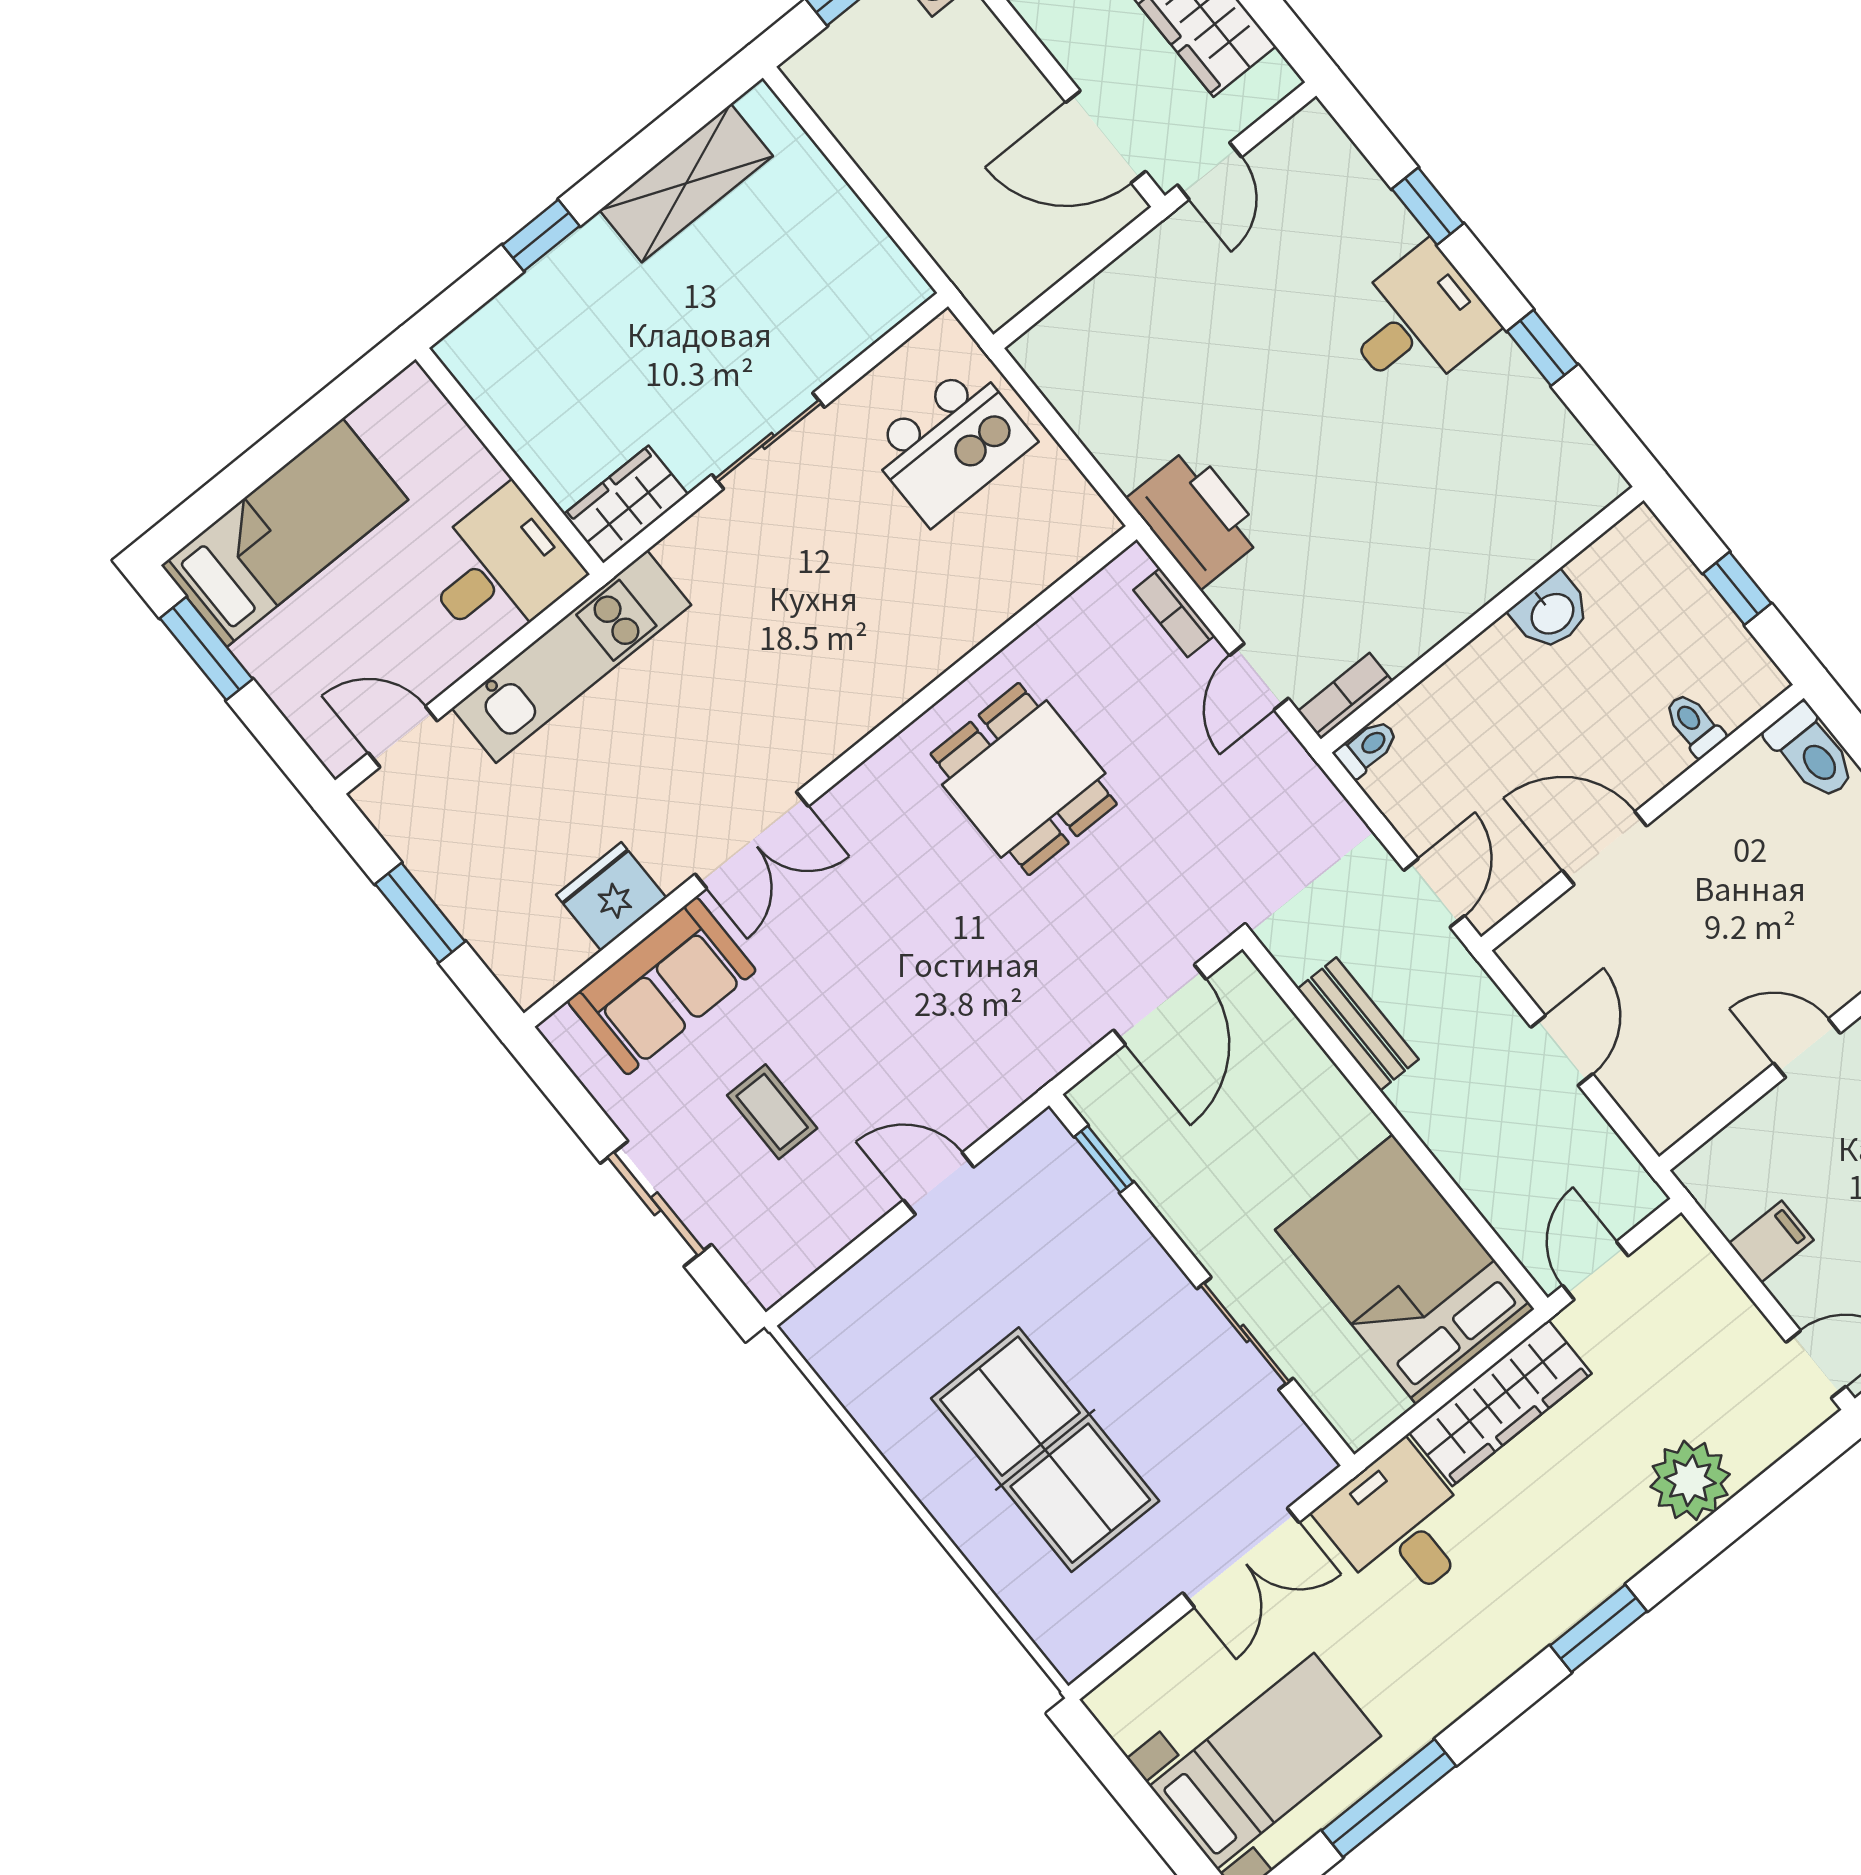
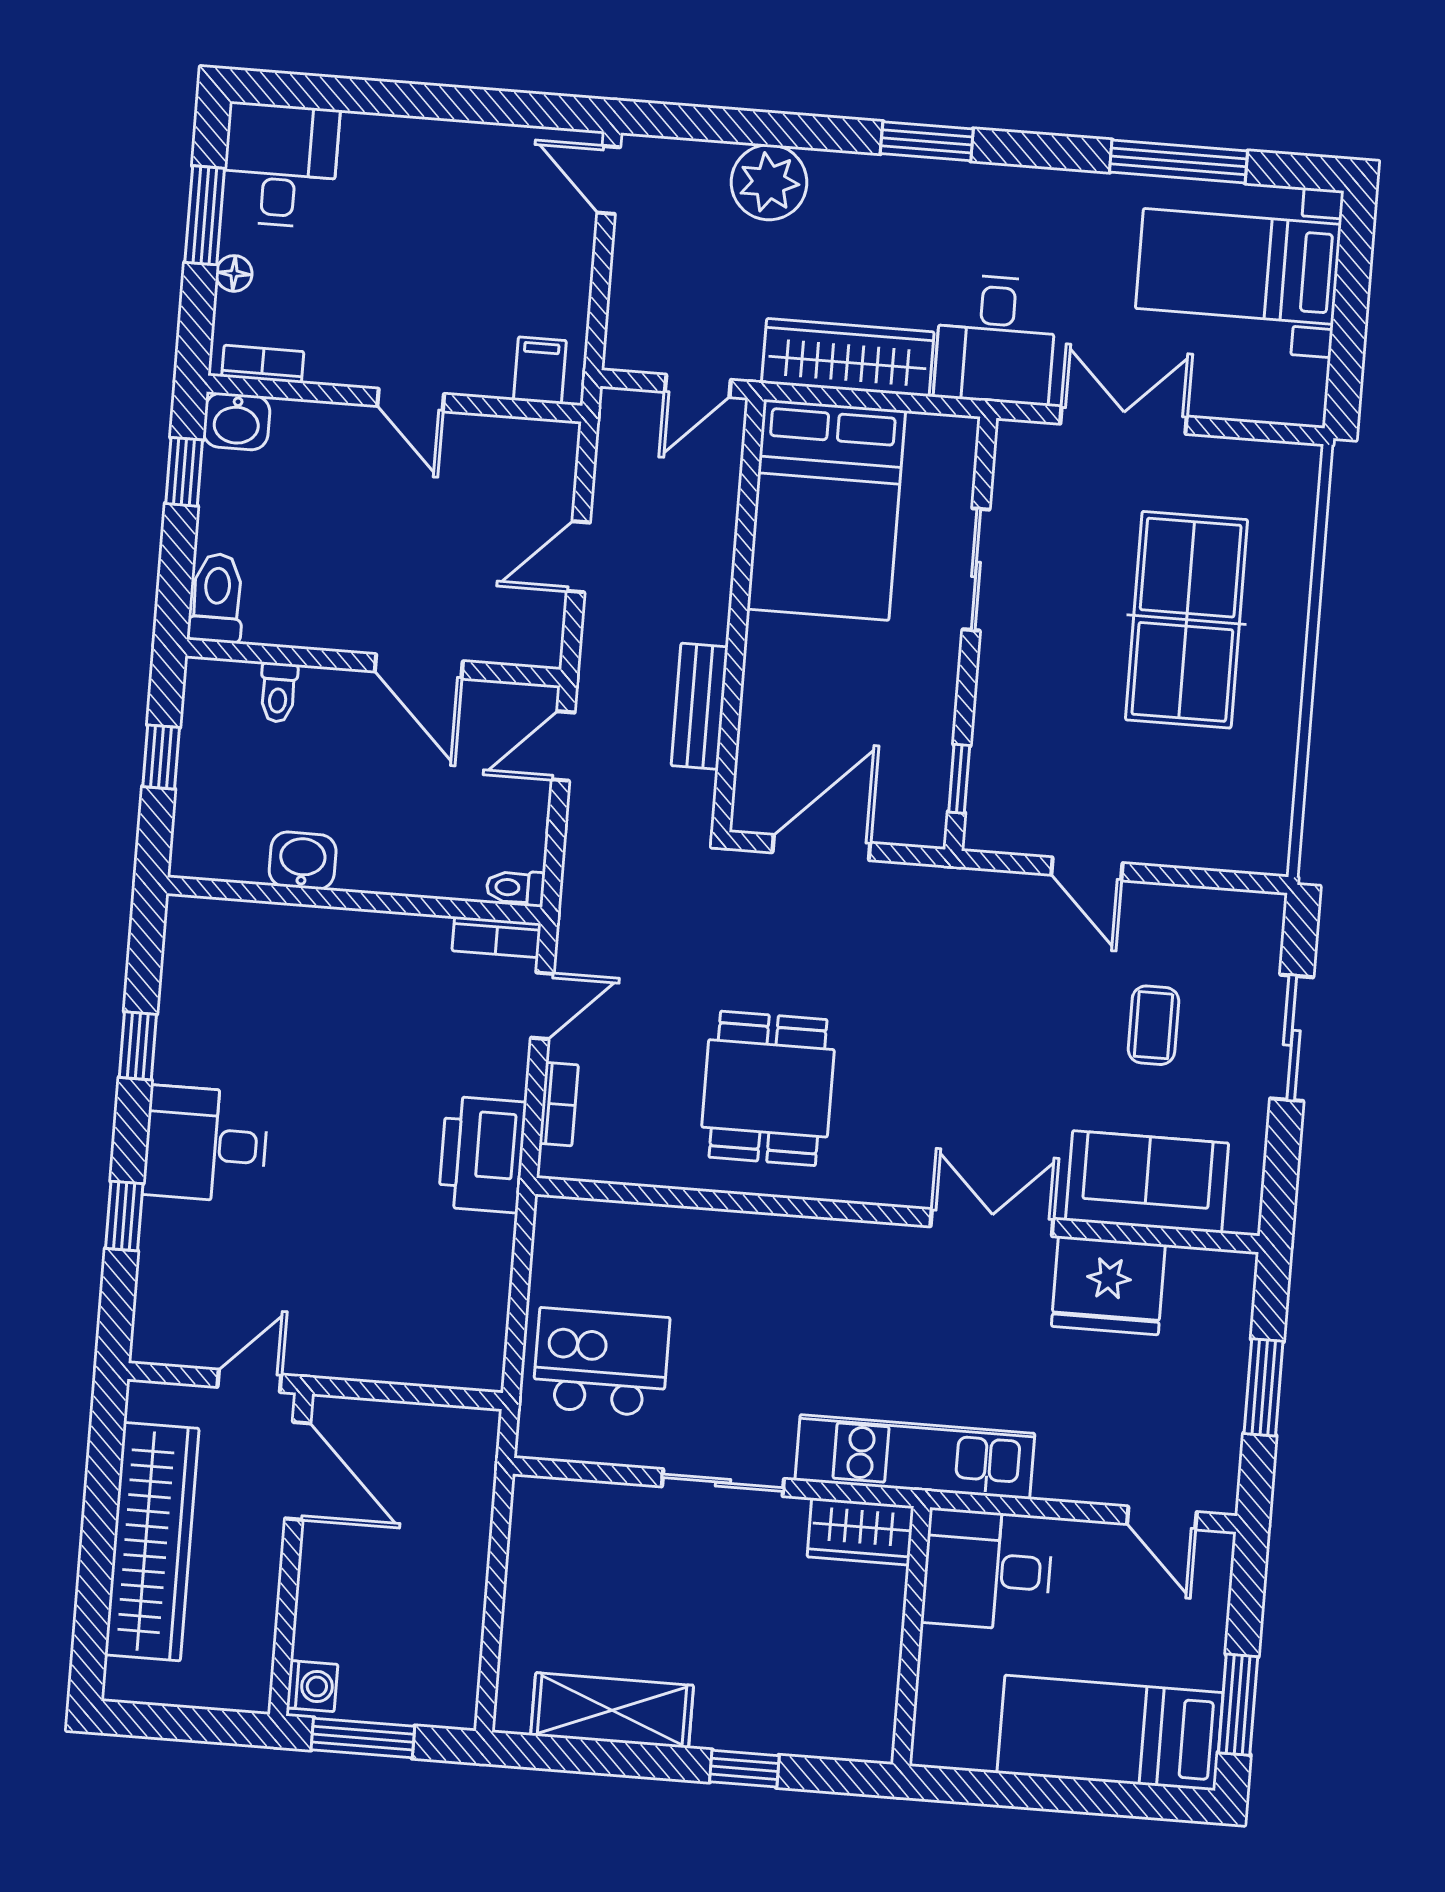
kitchen unit: (572, 657) -> (915, 1457), moved
fridge: (611, 896) -> (1108, 1285), width x1.36, depth x1.34
filing cabinet: (1771, 1242) -> (540, 370), moved, turned 90

